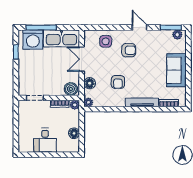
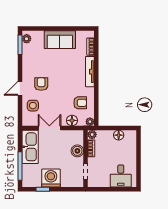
door: (139, 27) -> (20, 88), moved
washing machine: (33, 40) -> (51, 178), moved, turned -90
double door: (82, 59) -> (49, 128), swing flipped
armchair: (118, 82) -> (80, 103), moved
boiler: (71, 89) -> (77, 151), moved
desk: (45, 140) -> (121, 176), moved, turned 90

